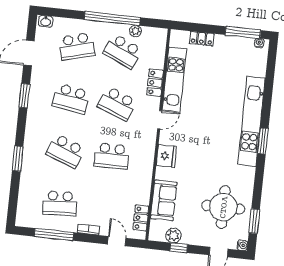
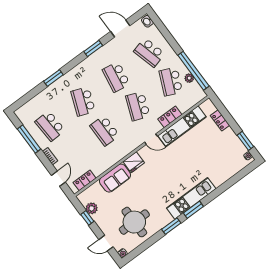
window: (112, 18) -> (193, 71), moved
window: (243, 32) -> (245, 141), width x0.69
kitchen unit: (251, 121) -> (191, 198), width x0.73
sofa: (164, 200) -> (115, 178), moved
window: (254, 221) -> (171, 226), moved

